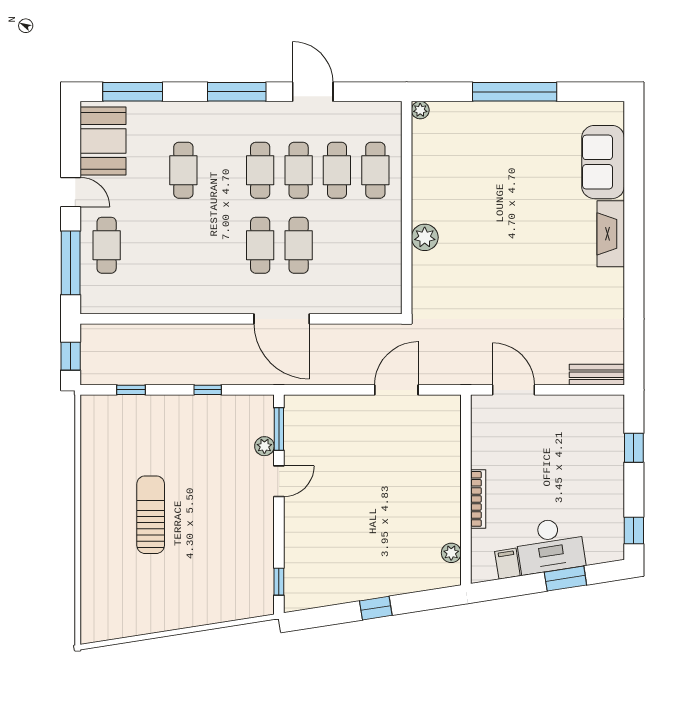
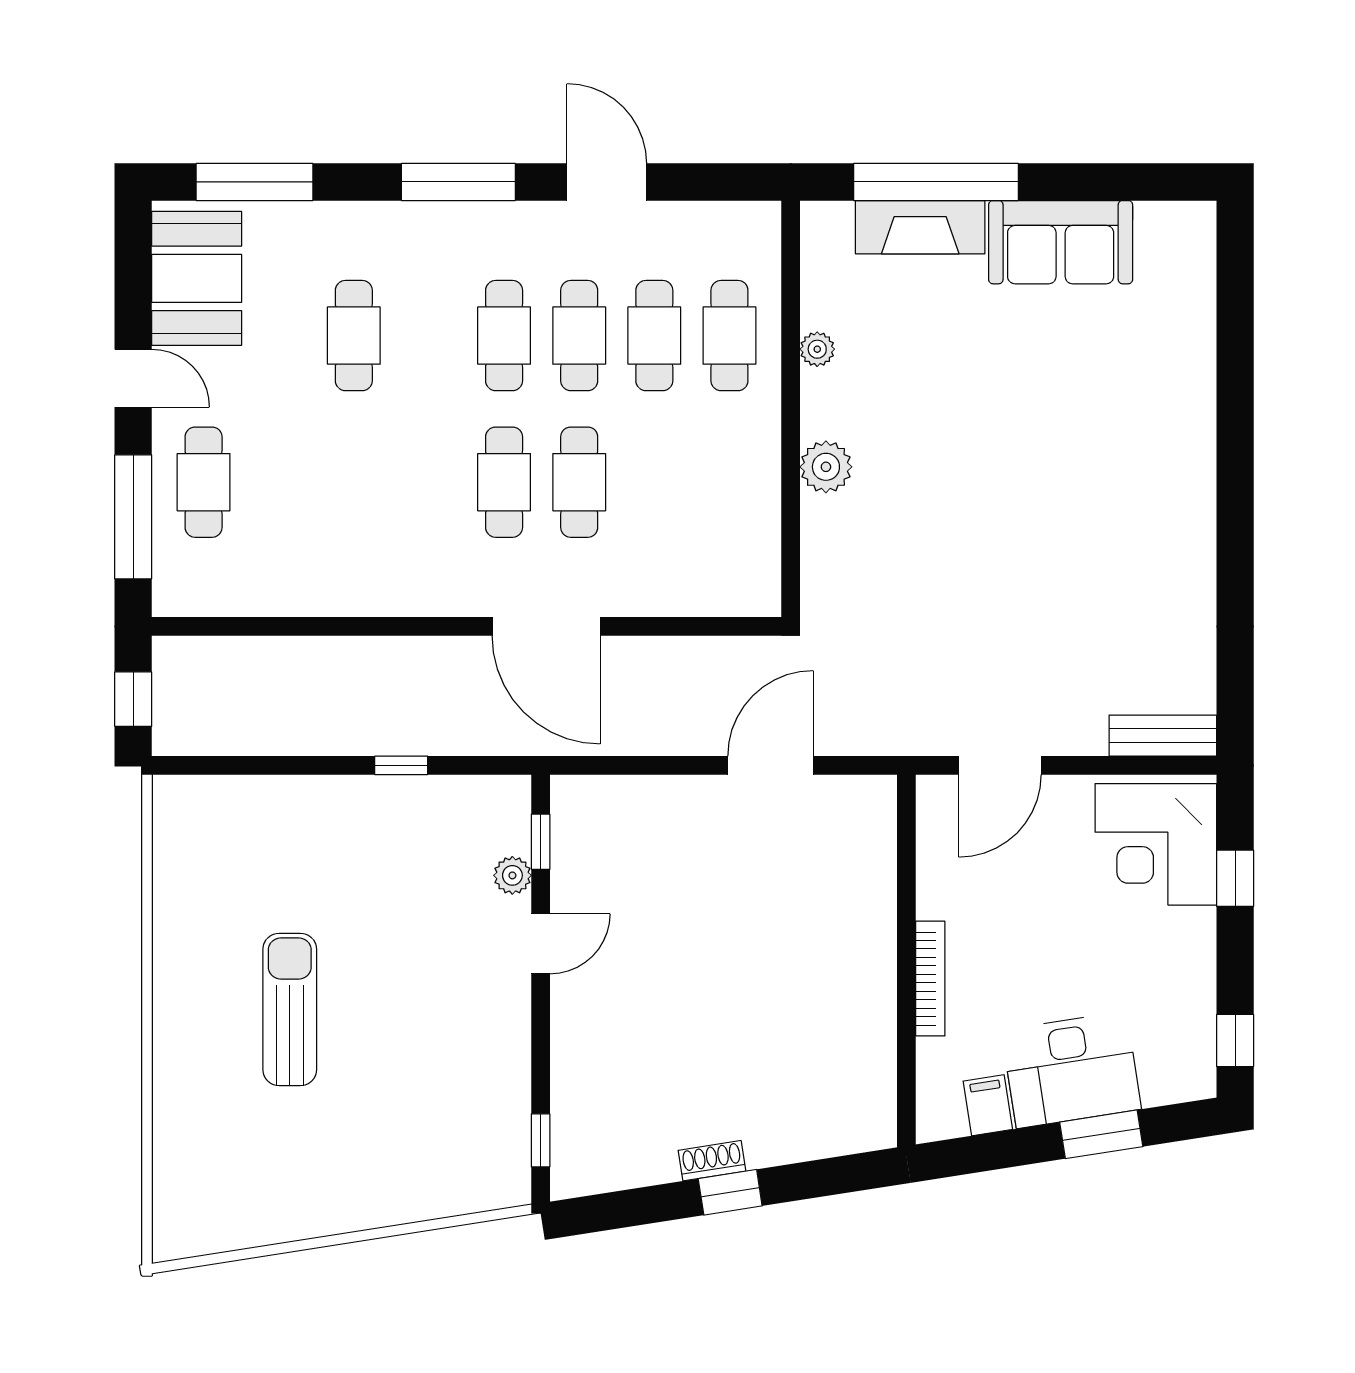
window: (515, 92) -> (936, 182), moved
plant: (420, 110) -> (817, 349), moved
sofa: (603, 162) -> (1061, 242), moved, turned -90
fireplace: (611, 234) -> (920, 227), moved, turned -90
window: (131, 390) -> (252, 765), removed
door: (514, 390) -> (1000, 765), swing flipped
window: (279, 429) -> (541, 842), width x0.67
corner desk: (593, 430) -> (1156, 844), added
plant: (451, 553) -> (878, 1084), removed
shoe rack: (366, 592) -> (712, 1161), added

